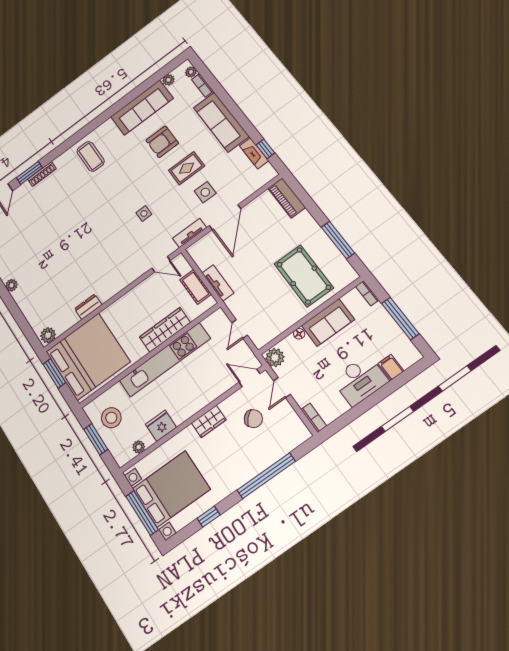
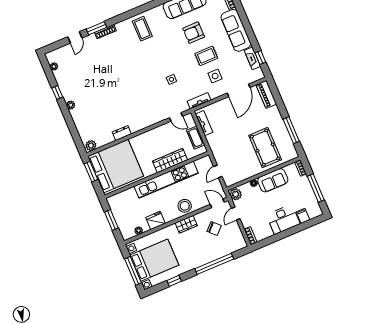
door: (225, 217) -> (239, 90), moved
tv unit: (218, 283) -> (204, 123), moved
stool: (111, 418) -> (185, 206), moved

